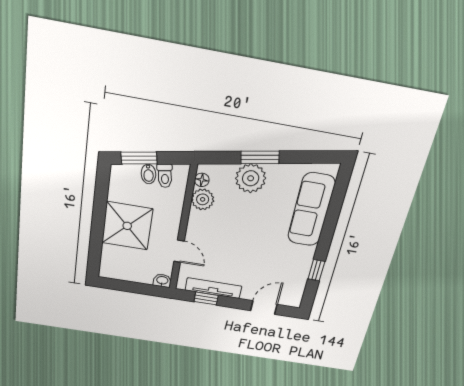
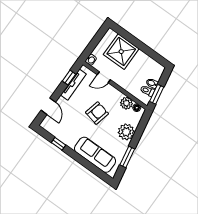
window: (260, 157) -> (127, 157), moved
window: (139, 158) -> (157, 94), moved
shower: (127, 226) -> (121, 52), moved
armchair: (241, 236) -> (97, 113), added

